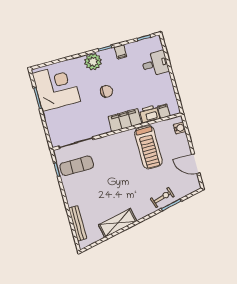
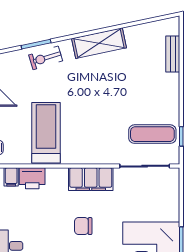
filing cabinet: (125, 120) -> (91, 179), moved
bench: (78, 223) -> (173, 54), width x0.73
shelving: (118, 223) -> (99, 43), moved

